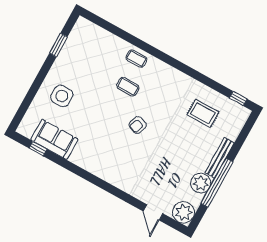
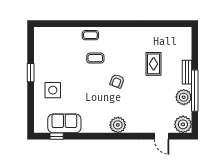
window: (58, 45) -> (31, 73), moved
window: (238, 98) -> (177, 24), removed
rug: (203, 113) -> (154, 64), moved, turned 90
bench: (220, 158) -> (187, 72), width x0.73
plant: (112, 173) -> (118, 125), added

